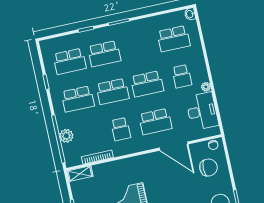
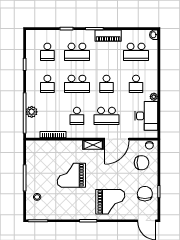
piano: (137, 27) -> (108, 36), added
school desk: (70, 61) -> (47, 52), width x0.54
school desk: (147, 84) -> (106, 84), width x0.54
school desk: (78, 99) -> (47, 84), width x0.54
door: (174, 146) -> (117, 139), hinge flipped
shelving: (80, 174) -> (93, 145), moved

